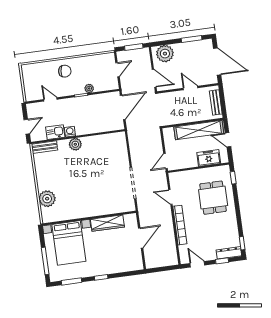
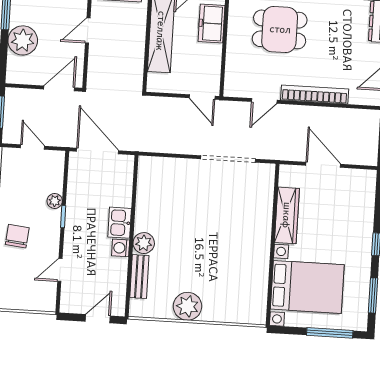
plant: (165, 54) -> (23, 40), moved
door: (27, 127) -> (98, 319), hinge flipped
kitchen sink: (55, 132) -> (120, 223), moved
bench: (45, 147) -> (139, 277), moved
plant: (47, 199) -> (187, 306), moved

